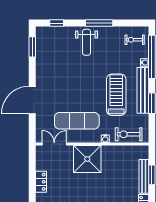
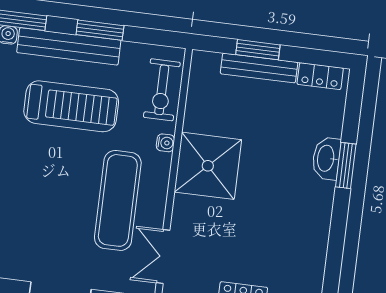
treadmill: (116, 95) -> (71, 106), turned 180
shower: (87, 159) -> (208, 166), moved

